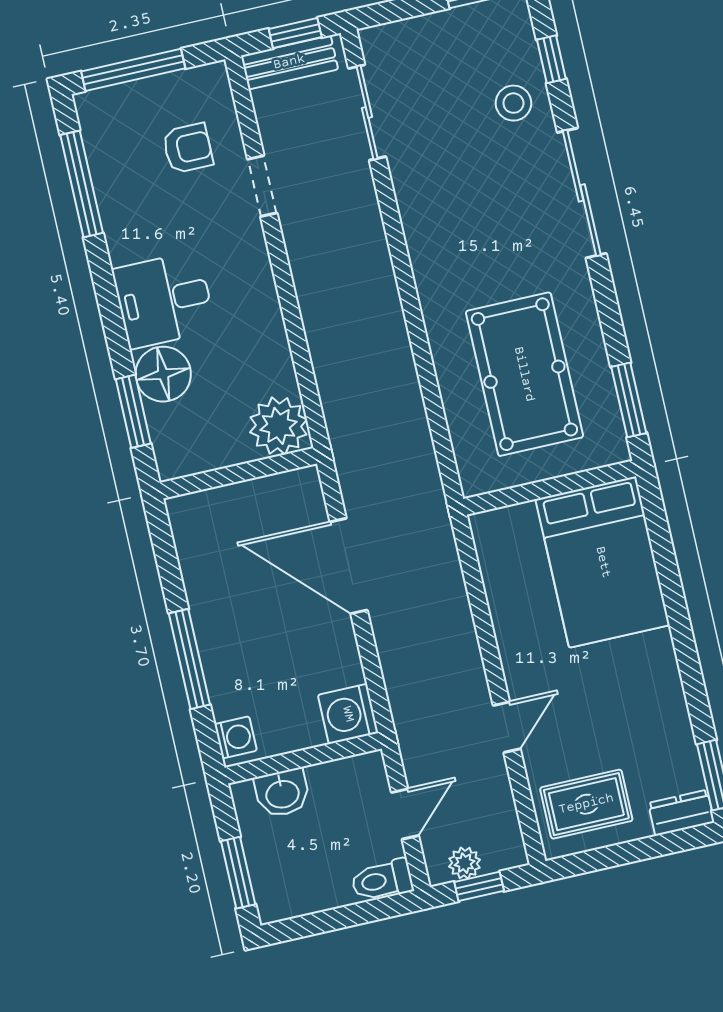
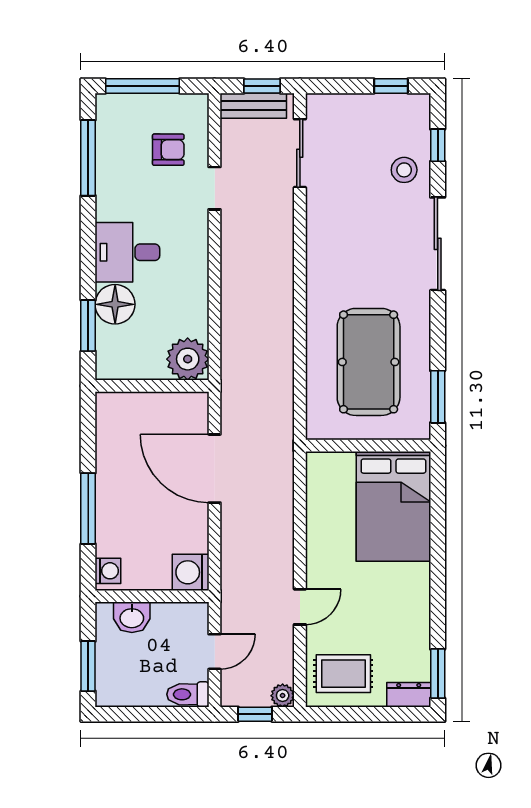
plant: (465, 863) -> (283, 696), moved

